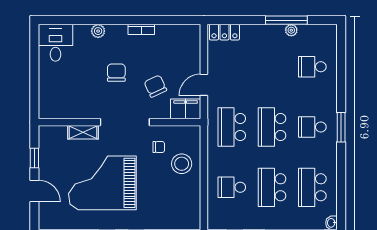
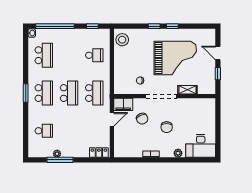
desk: (56, 43) -> (201, 146), width x1.37
school desk: (312, 127) -> (44, 93), width x1.85
stool: (182, 164) -> (122, 40), moved
school desk: (272, 187) -> (69, 55), removed

